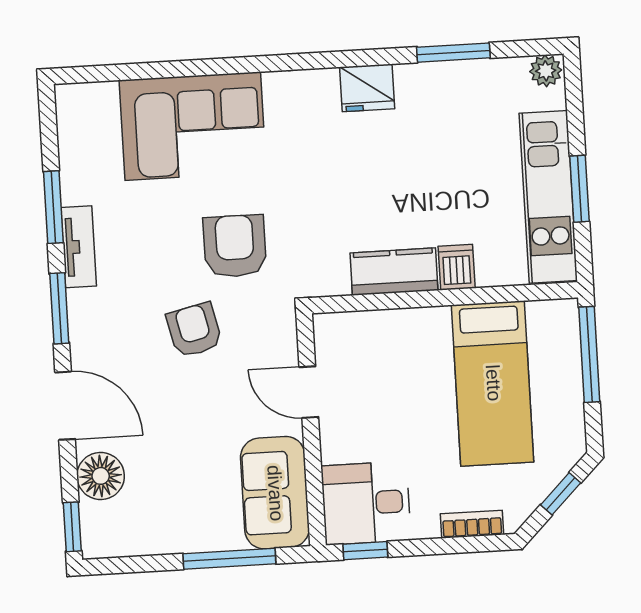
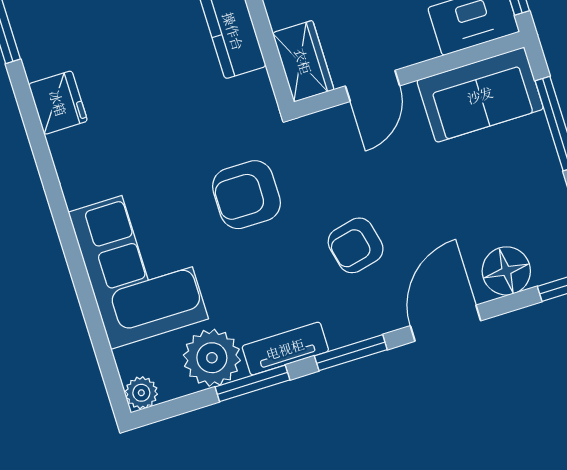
plant: (71, 99) -> (141, 393), added
plant: (87, 175) -> (212, 358), added
armchair: (194, 330) -> (356, 245), moved
wardrobe: (349, 332) -> (303, 61), added

